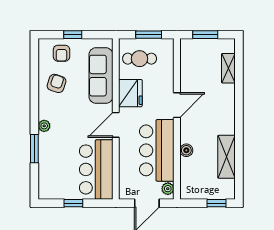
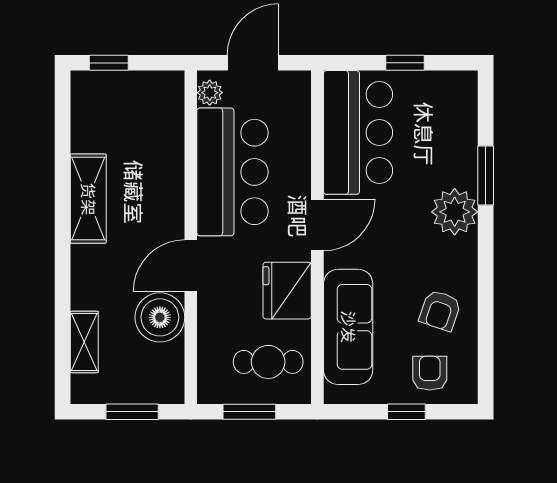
plant: (44, 126) -> (455, 212), width x1.88, depth x1.88
boiler: (186, 150) -> (160, 317), moved, width x1.86, depth x1.86
shelving: (226, 157) -> (88, 199), moved

